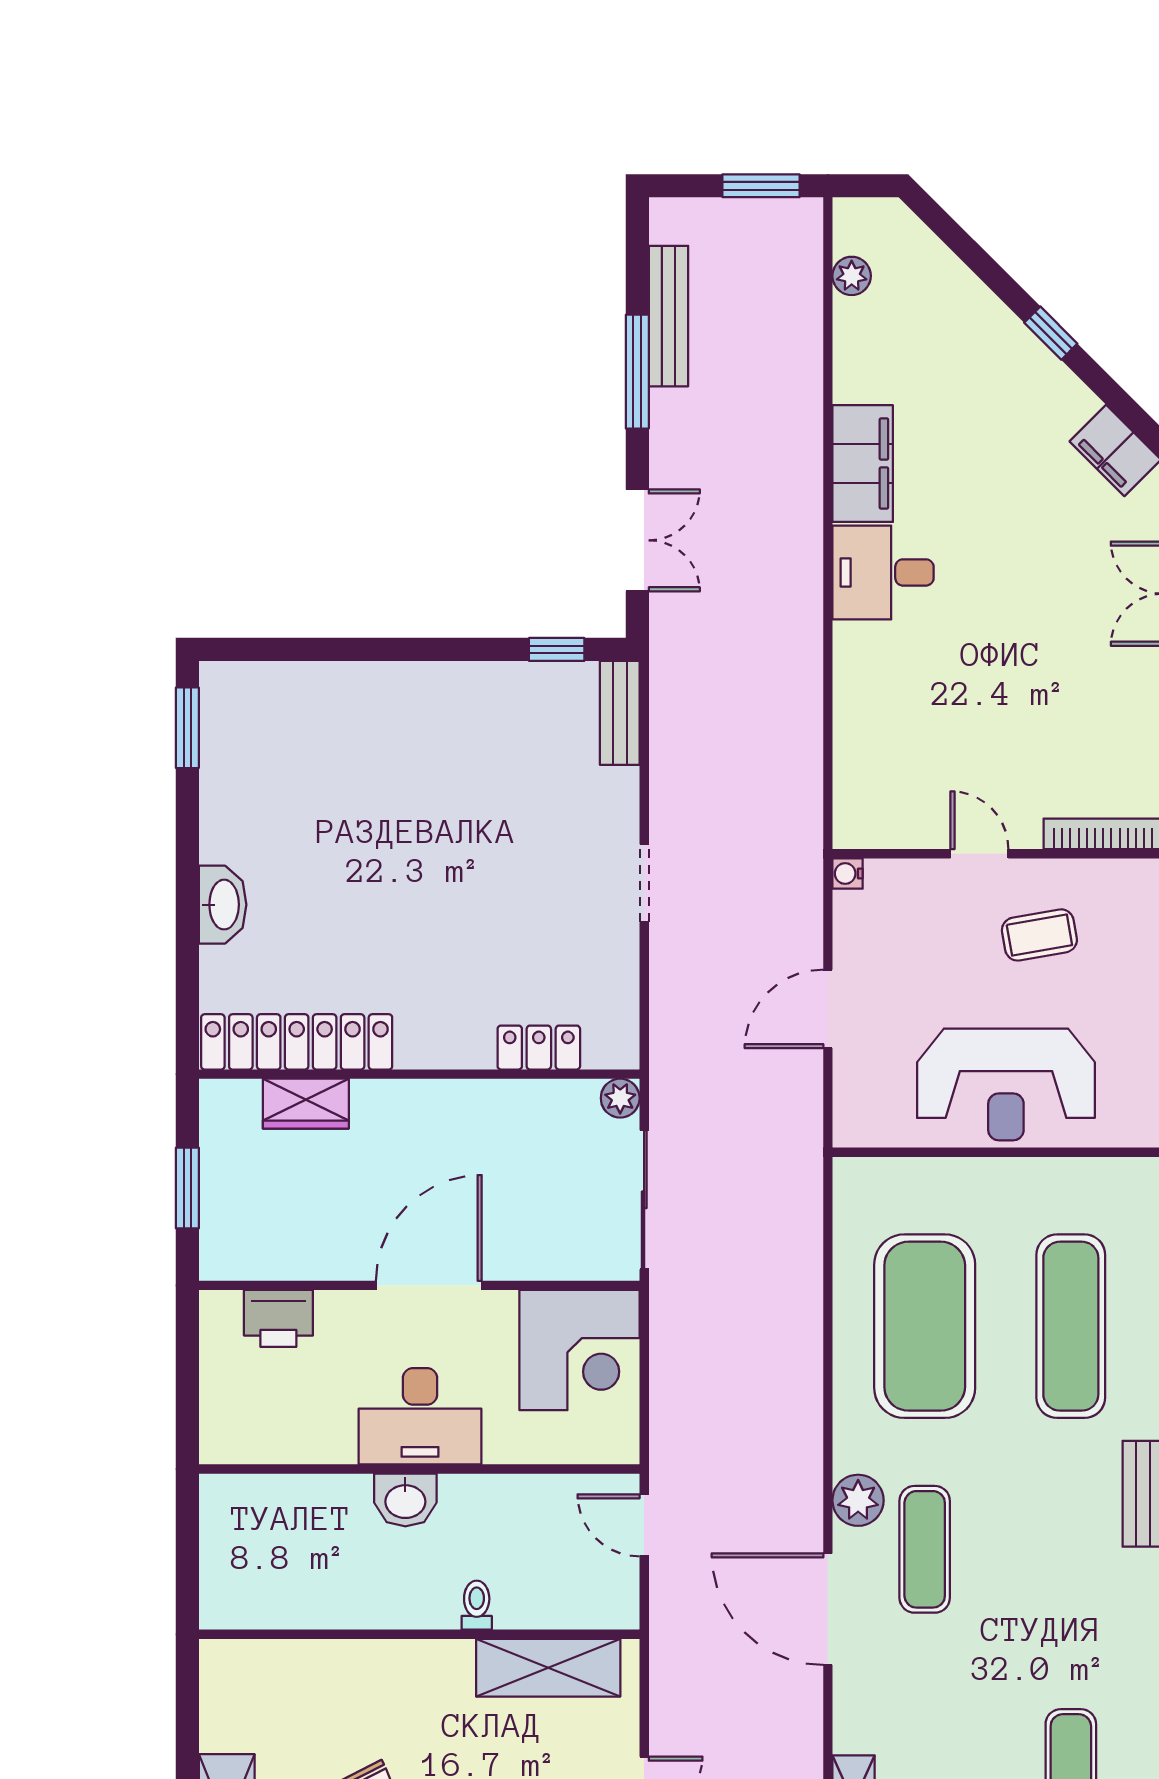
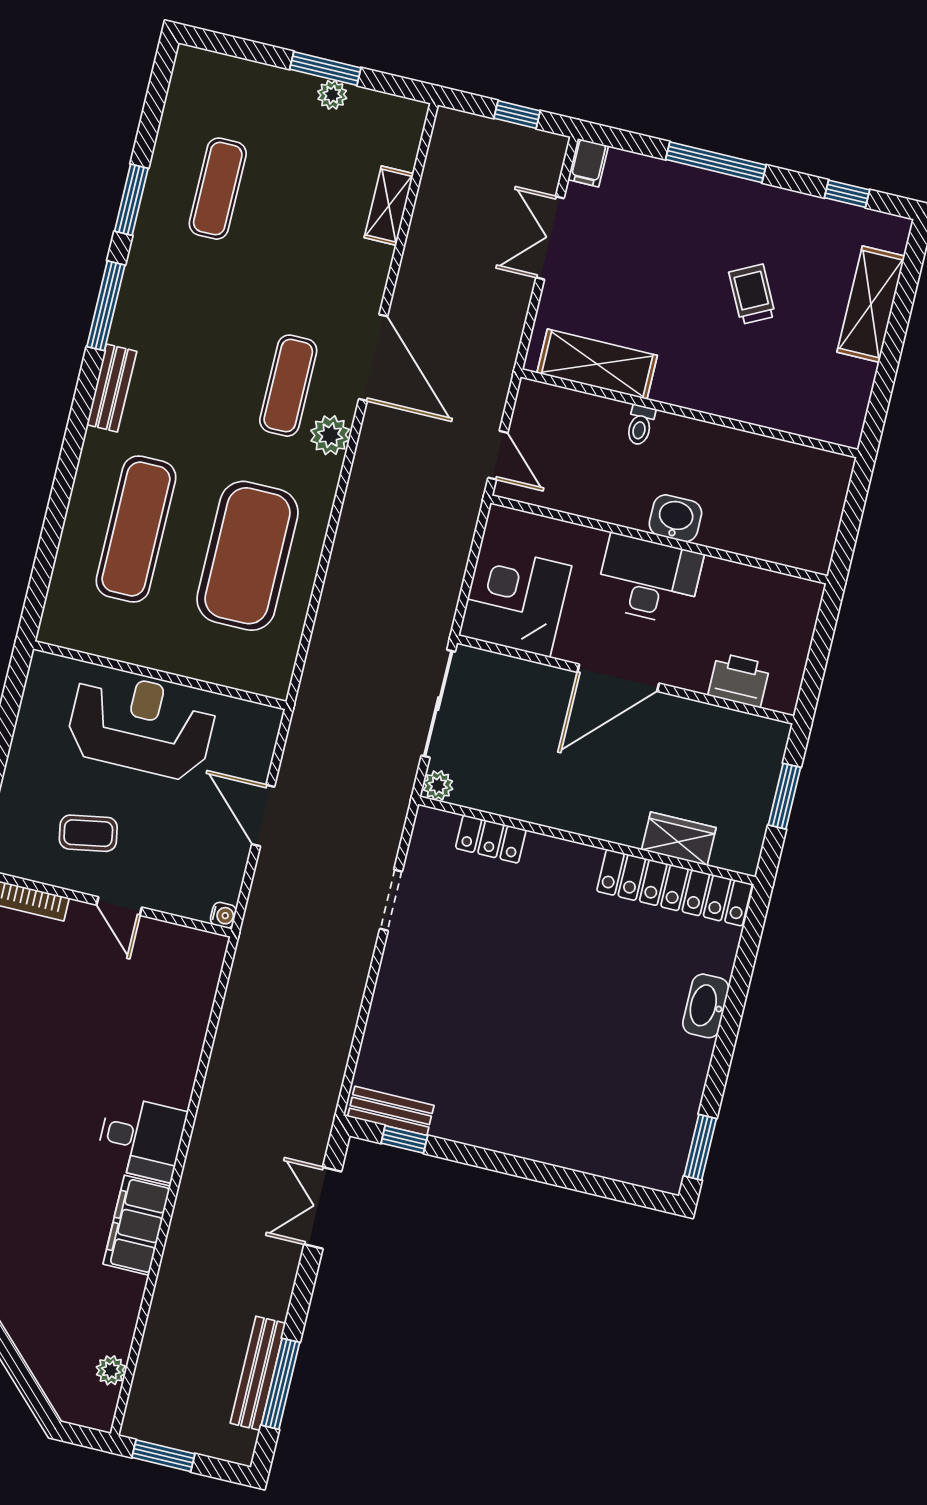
window: (637, 372) -> (281, 1384), moved
bench: (620, 713) -> (391, 1111), moved, turned 90
doorway: (644, 883) -> (391, 900), moved
door: (828, 1009) -> (263, 816), swing flipped

